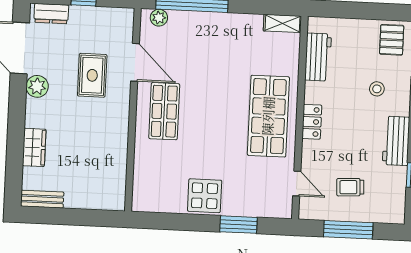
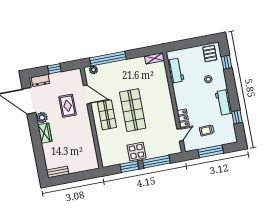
shop shelf: (268, 116) -> (133, 110), moved
locker: (312, 122) -> (183, 118), moved
wardrobe: (34, 147) -> (45, 133), moved
door: (297, 184) -> (180, 135), hinge flipped
window: (184, 222) -> (129, 167), added
window: (238, 225) -> (156, 162), width x1.44

